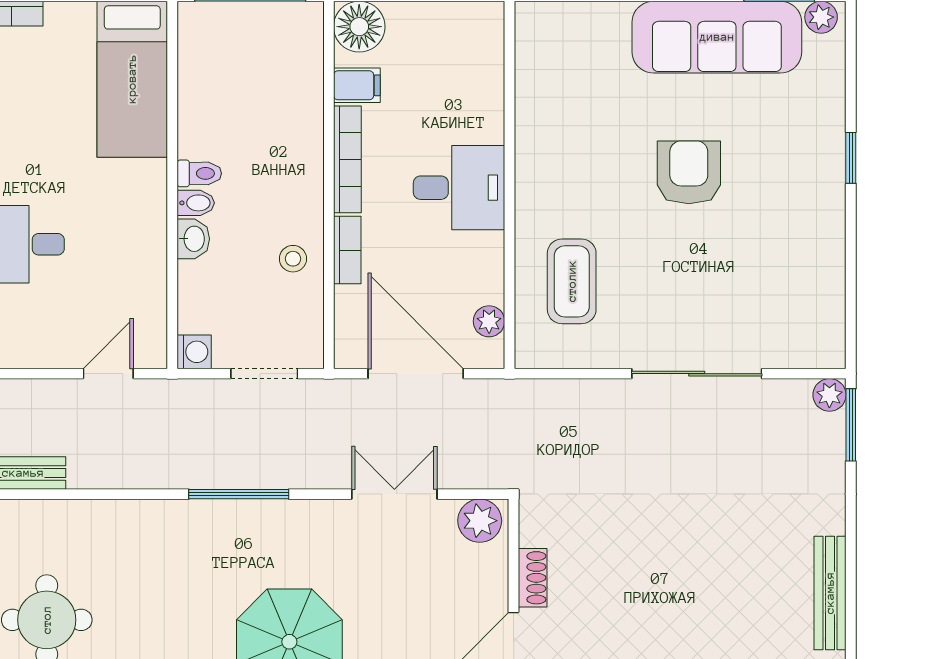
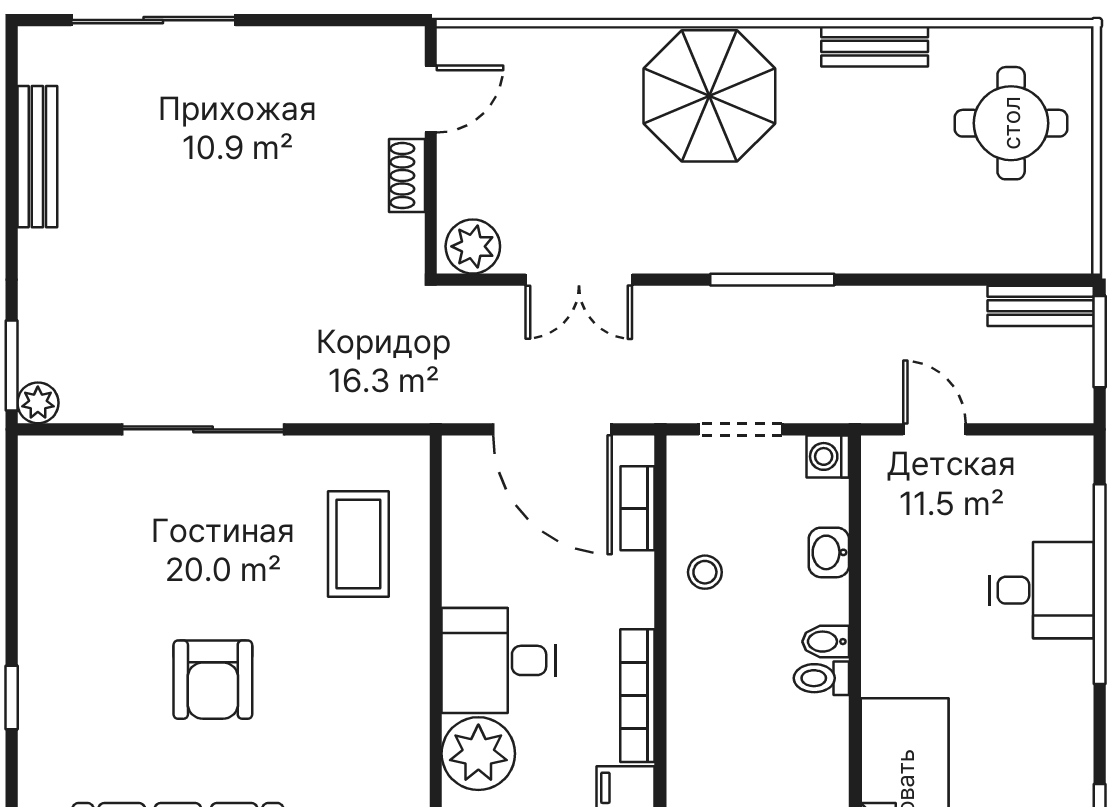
washbasin: (193, 239) -> (829, 552), moved
bookcase: (347, 250) -> (637, 508), moved
plant: (489, 321) -> (478, 754), moved, width x1.88, depth x1.88
door: (108, 374) -> (934, 429), swing flipped

